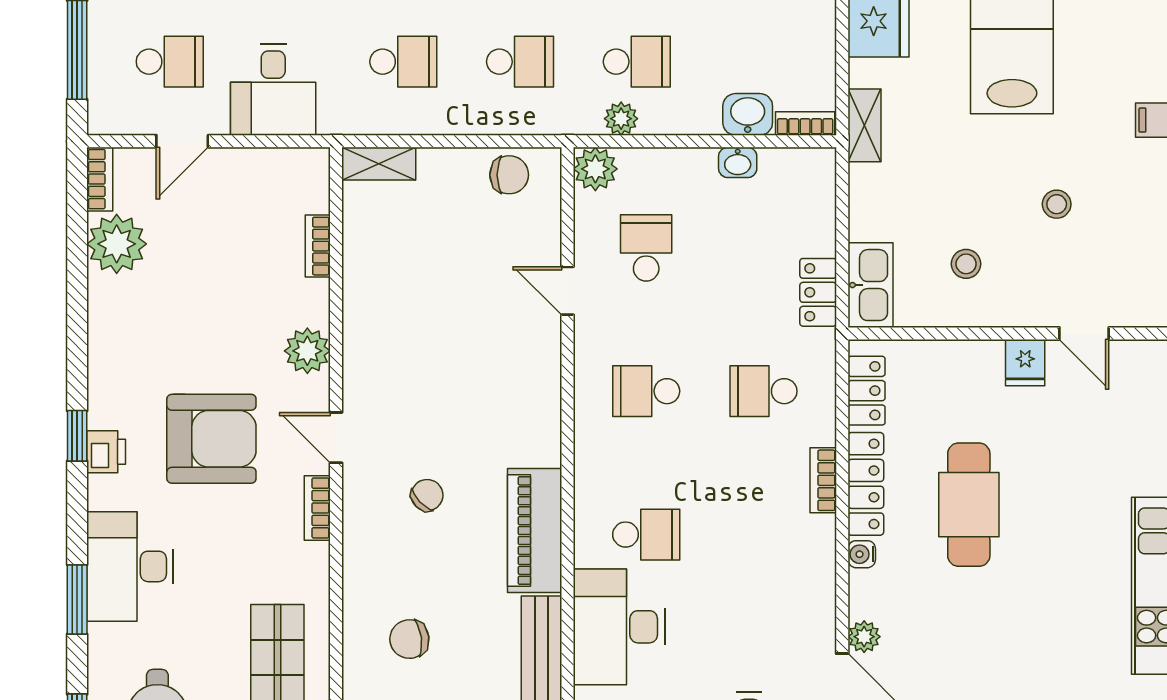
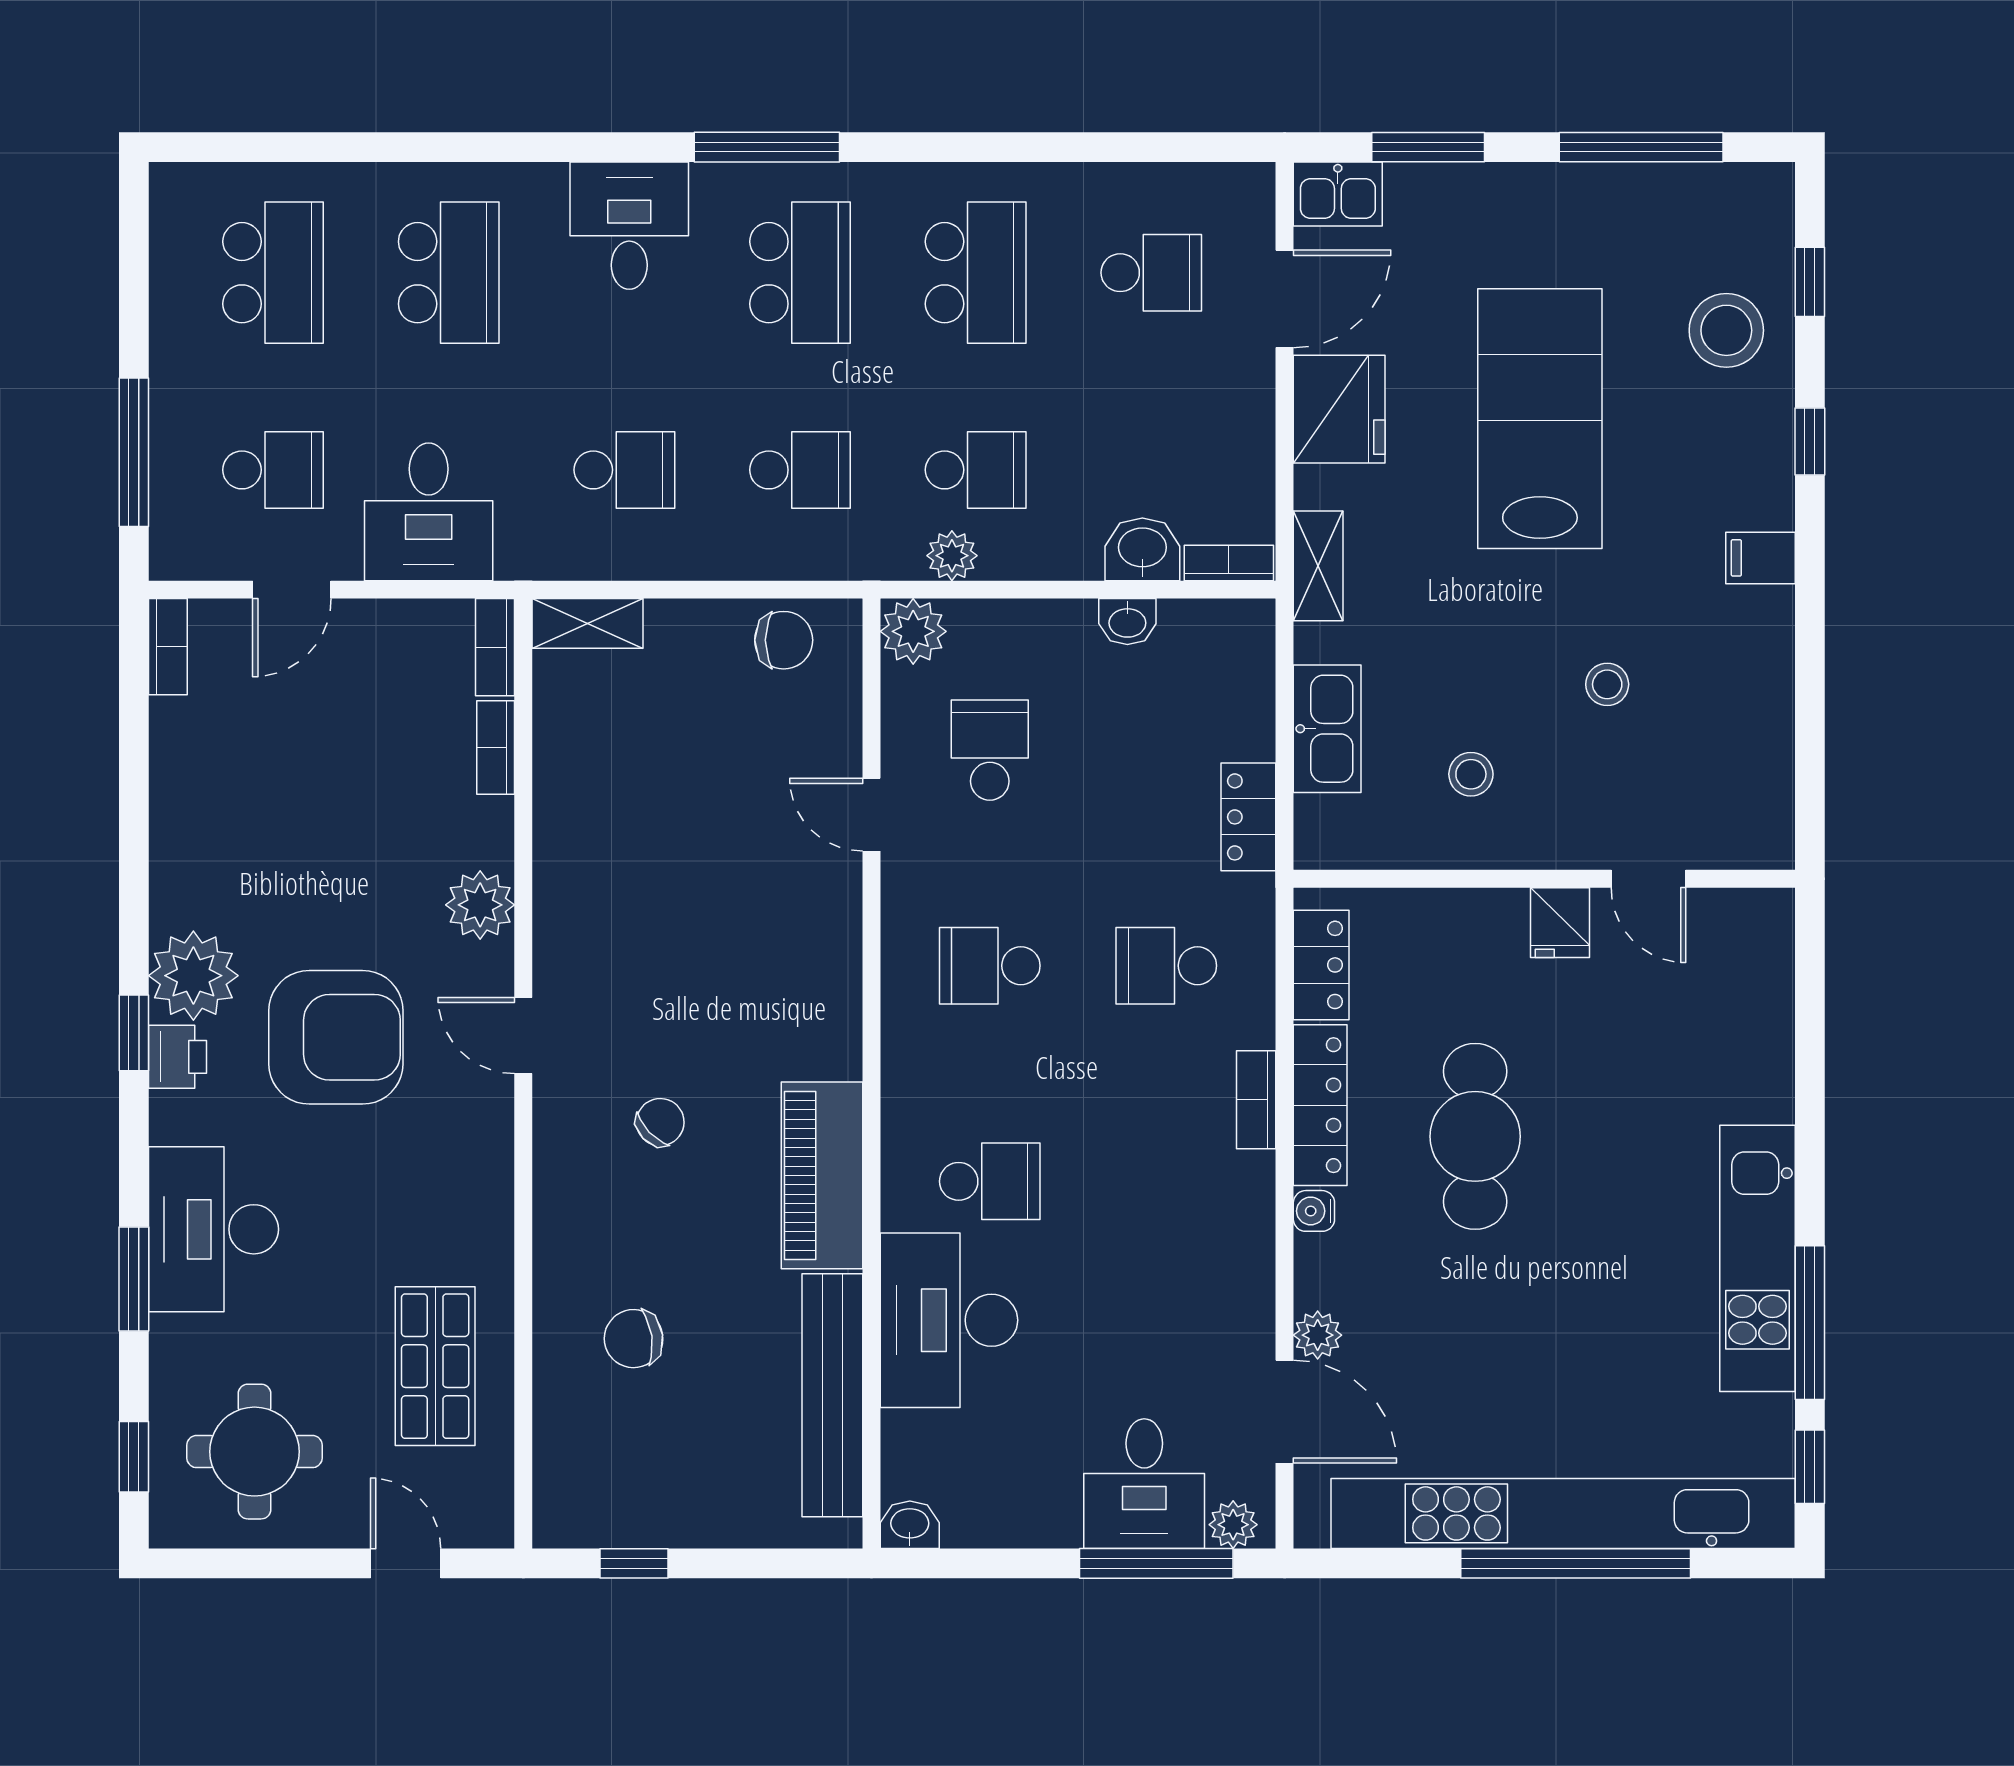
plant: (117, 244) -> (193, 976), moved
kitchen sink: (870, 285) -> (1327, 729), moved
bookcase: (317, 508) -> (495, 647), moved

